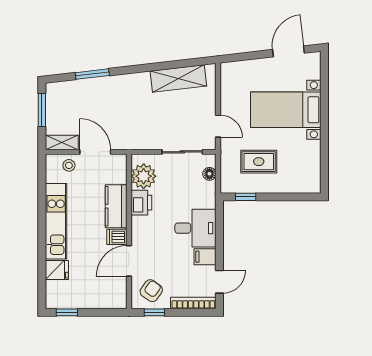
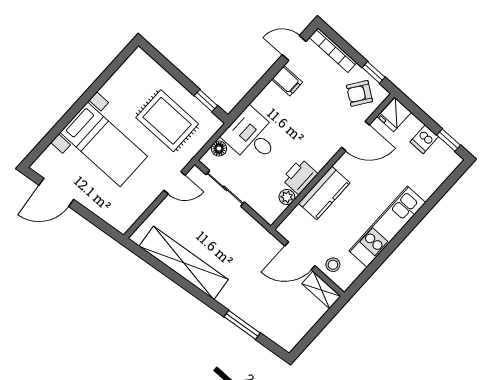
shelving: (178, 79) -> (184, 263), width x1.47
window: (42, 110) -> (313, 333), removed
door: (218, 126) -> (175, 183), swing flipped
door: (95, 152) -> (300, 256), hinge flipped
rug: (259, 162) -> (167, 121), width x1.36, depth x1.43
plant: (144, 176) -> (287, 197), width x0.53, depth x0.53
desk: (195, 228) -> (252, 136), moved
dishwasher: (117, 237) -> (424, 139), moved, turned 90
fridge: (57, 270) -> (394, 115), moved, turned -90

